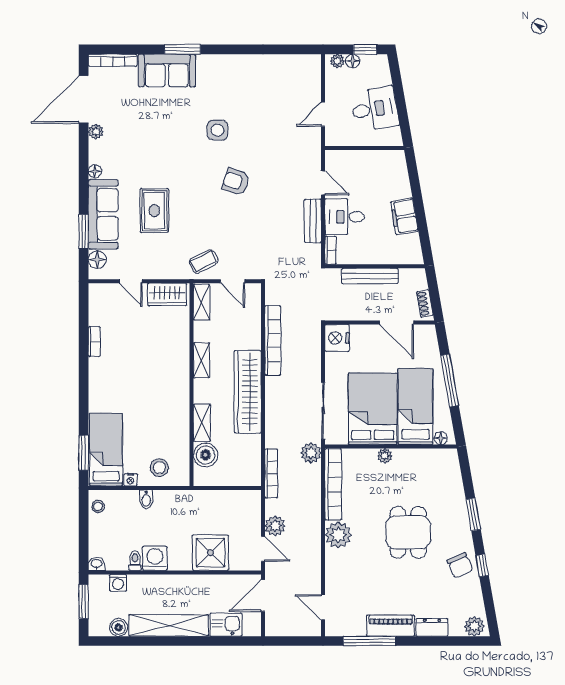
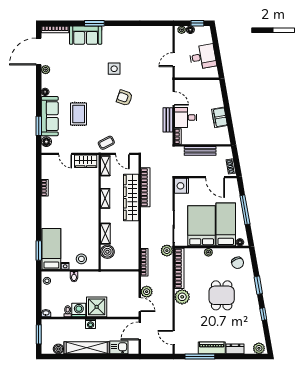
wardrobe: (248, 392) -> (131, 197), moved
shower: (210, 553) -> (97, 307), moved
chair: (460, 565) -> (238, 263), moved
washing machine: (118, 583) -> (91, 324), moved

